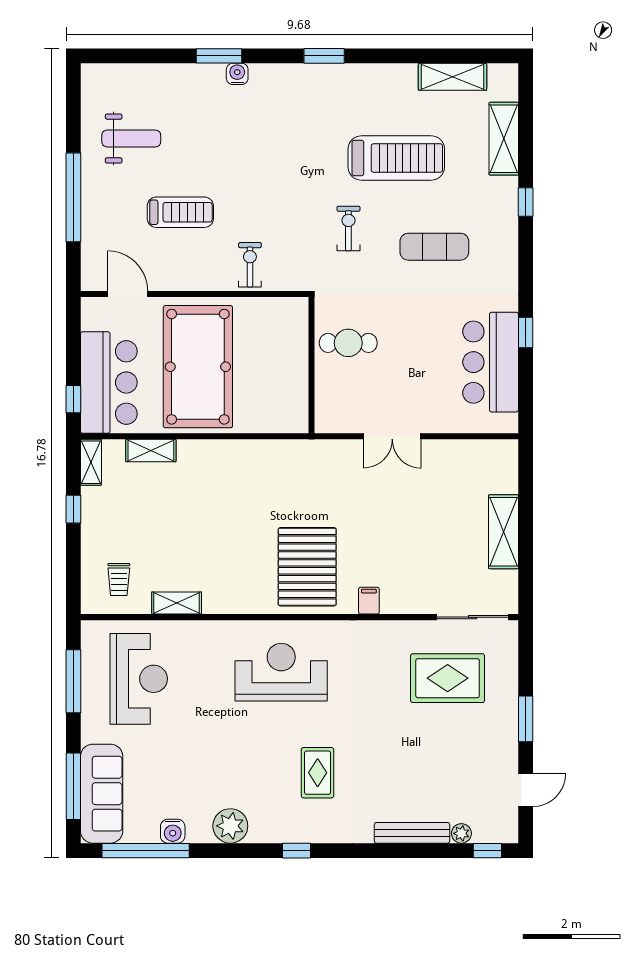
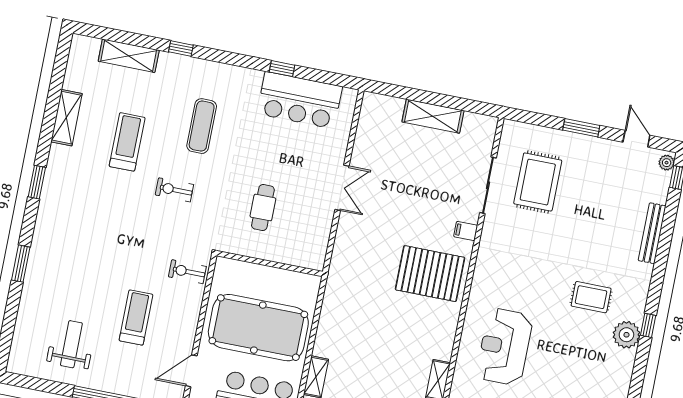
water cooler: (237, 74) -> (38, 252), removed
shelving: (452, 77) -> (66, 118), moved
treadmill: (396, 158) -> (127, 142), width x0.73, depth x0.73
wall: (311, 365) -> (270, 264), moved
sliding door: (473, 617) -> (488, 185), moved
reception desk: (281, 672) -> (504, 347), moved
plant: (230, 826) -> (626, 335), moved
plant: (461, 833) -> (667, 163), moved

